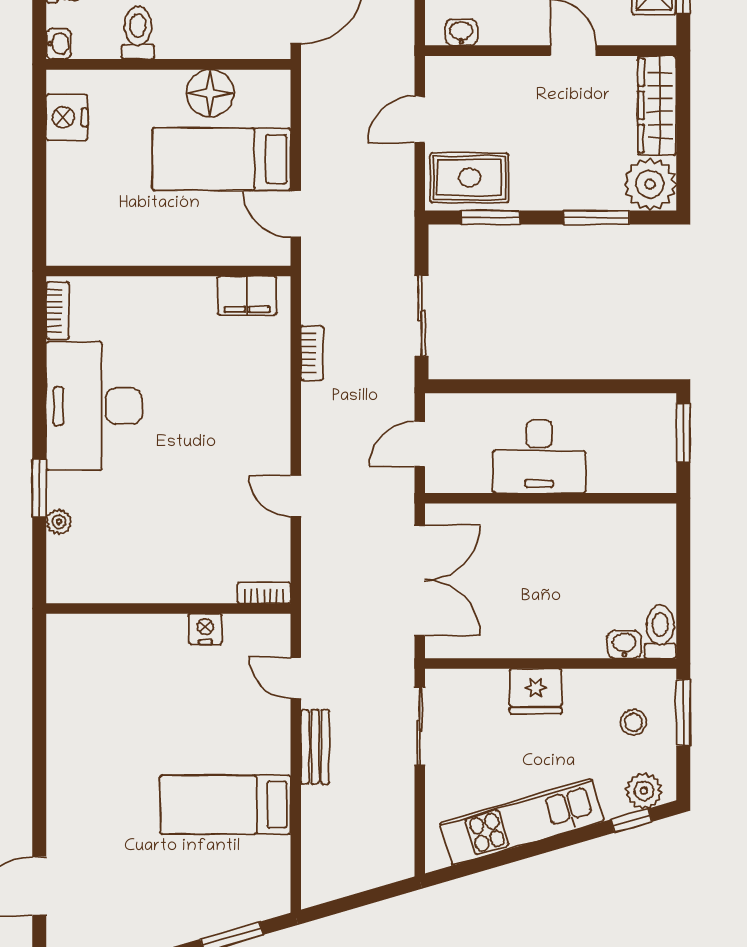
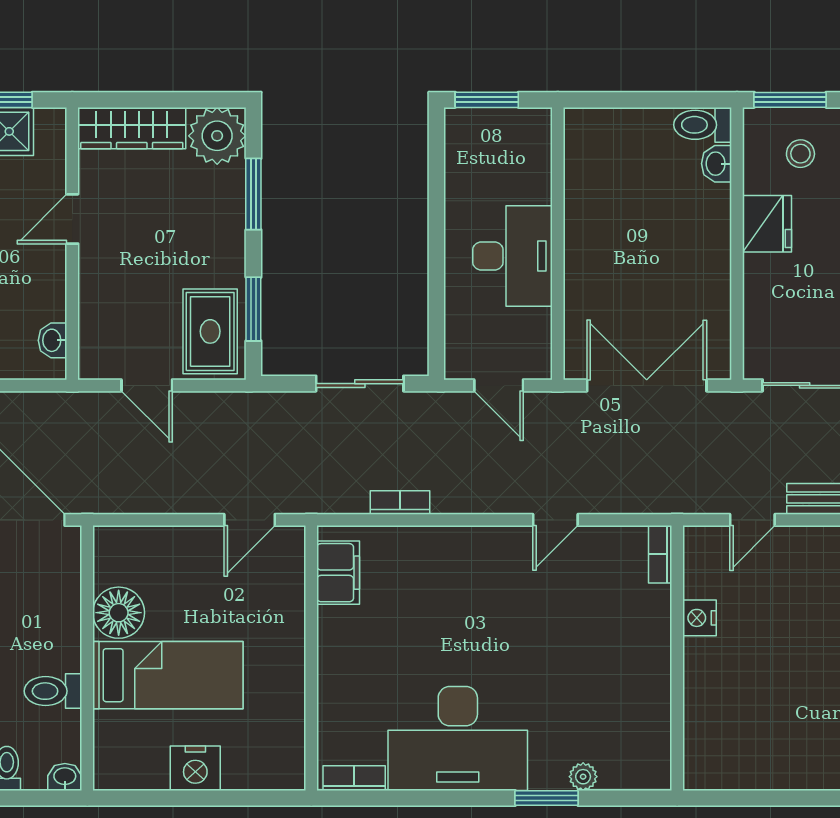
nightstand: (67, 117) -> (195, 768), moved
bed: (221, 159) -> (168, 675), moved, turned -90
fridge: (536, 691) -> (767, 224), moved

